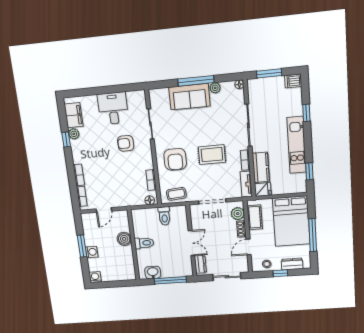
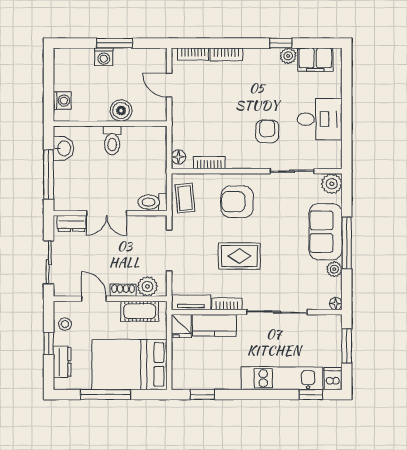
plant: (156, 96) -> (332, 184), added
window: (306, 113) -> (311, 395), moved
kitchen unit: (297, 145) -> (282, 378), moved
rug: (212, 155) -> (239, 256), turned 90
toilet: (164, 216) -> (152, 202), moved
washing machine: (95, 277) -> (62, 101), moved

